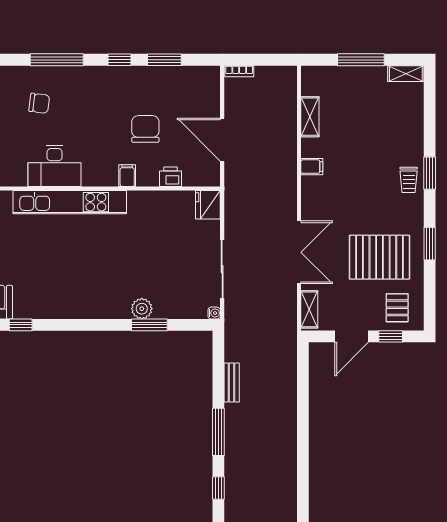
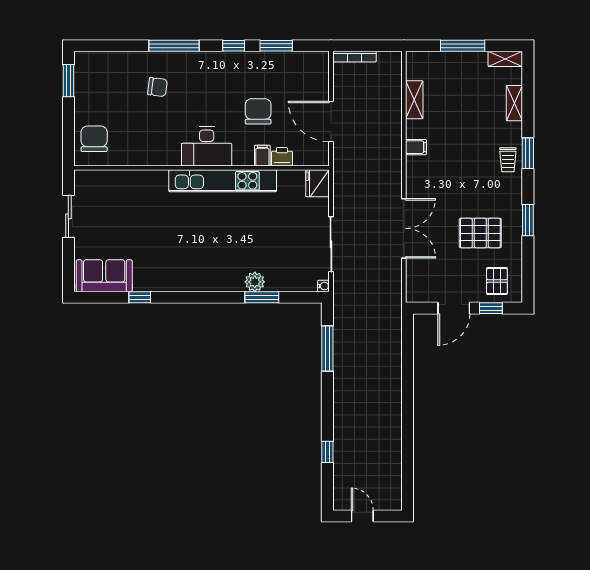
bookcase: (239, 71) -> (355, 57), width x1.56
desk: (55, 166) -> (207, 146), moved
filing cabinet: (127, 176) -> (262, 156), moved
kitchen unit: (70, 202) -> (223, 181), moved
pallet: (380, 257) -> (480, 233), width x0.73, depth x0.71
shelving: (309, 309) -> (514, 103), moved
bench: (232, 382) -> (340, 352), removed
window: (218, 432) -> (327, 349), moved

